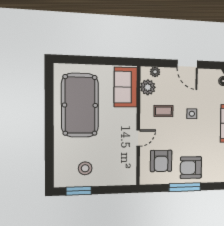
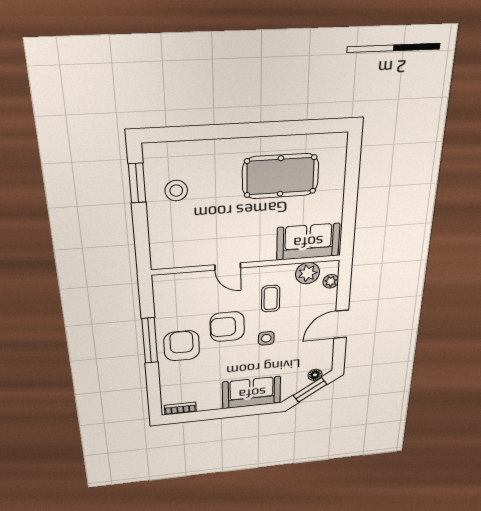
pool table: (80, 105) -> (280, 176), width x0.73, depth x0.76
armchair: (161, 161) -> (227, 327), moved

